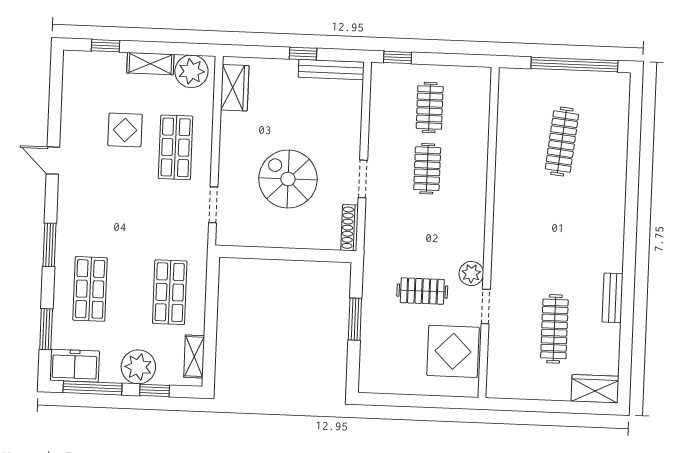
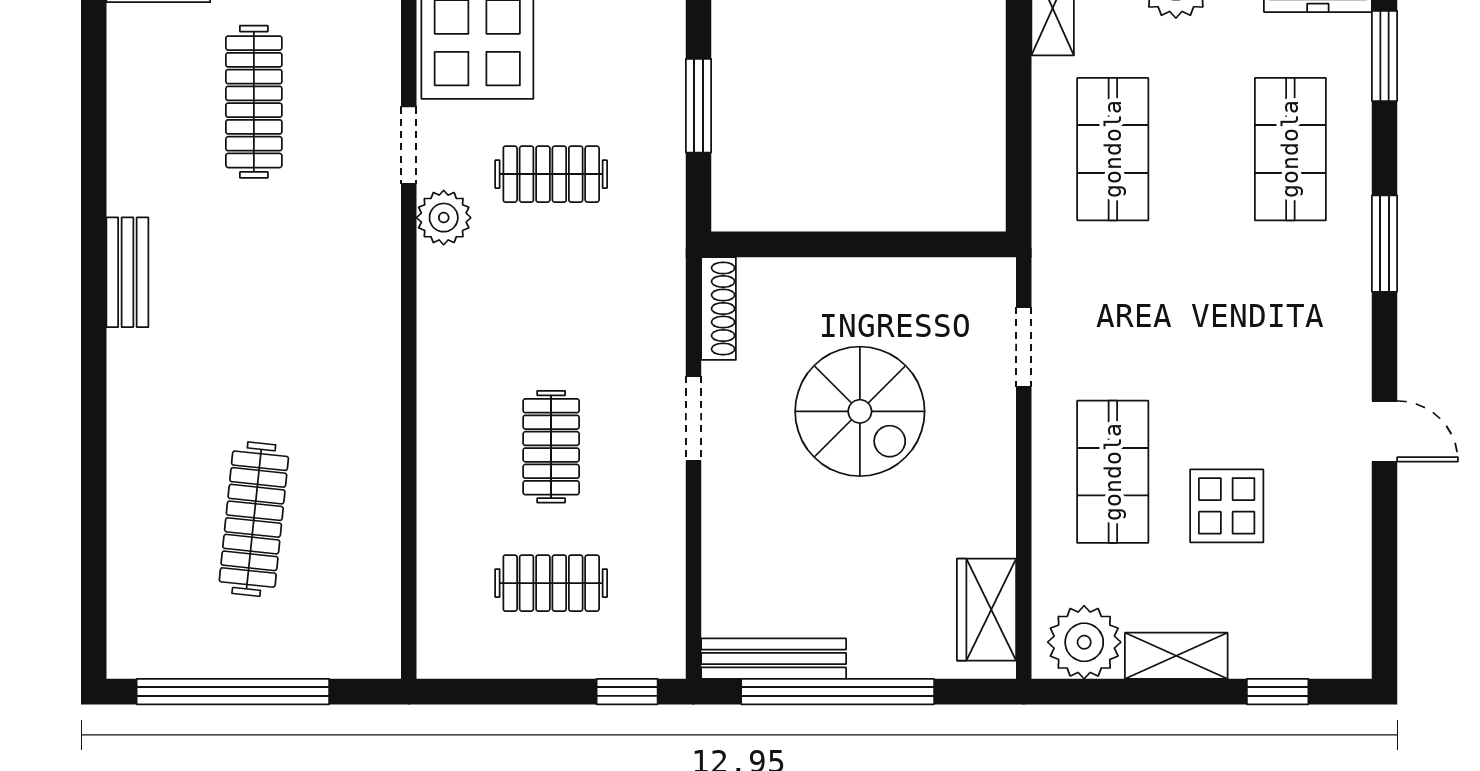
window: (303, 54) -> (838, 692), width x3.17
clothes rail: (430, 107) -> (551, 583), turned 90
bench: (613, 298) -> (127, 272), moved

